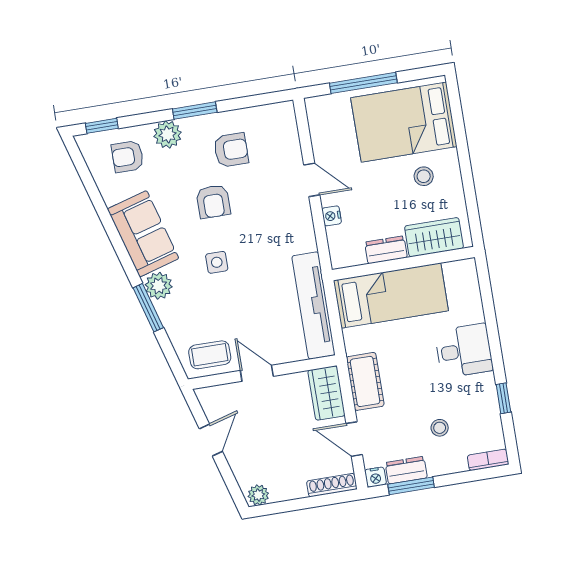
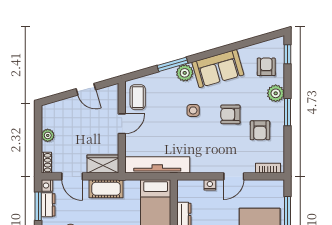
bookcase: (290, 127) -> (268, 168), added
door: (354, 439) -> (72, 176), swing flipped
shoe rack: (332, 485) -> (46, 163), width x0.70
plant: (258, 495) -> (48, 135), moved

